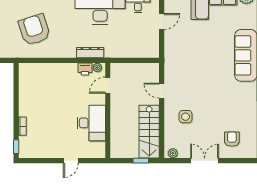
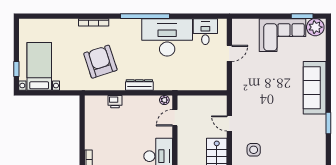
dresser: (90, 53) -> (139, 85), moved
printer: (85, 69) -> (115, 102), moved

